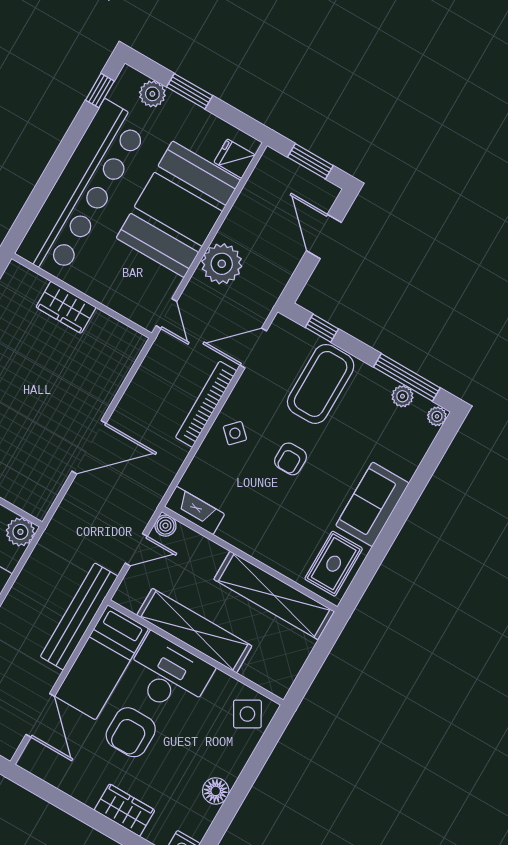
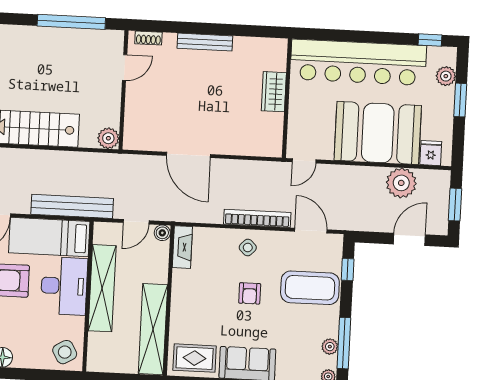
plant: (222, 264) -> (401, 183), moved
armchair: (291, 459) -> (250, 293), turned -90
door: (136, 550) -> (136, 222), hinge flipped

